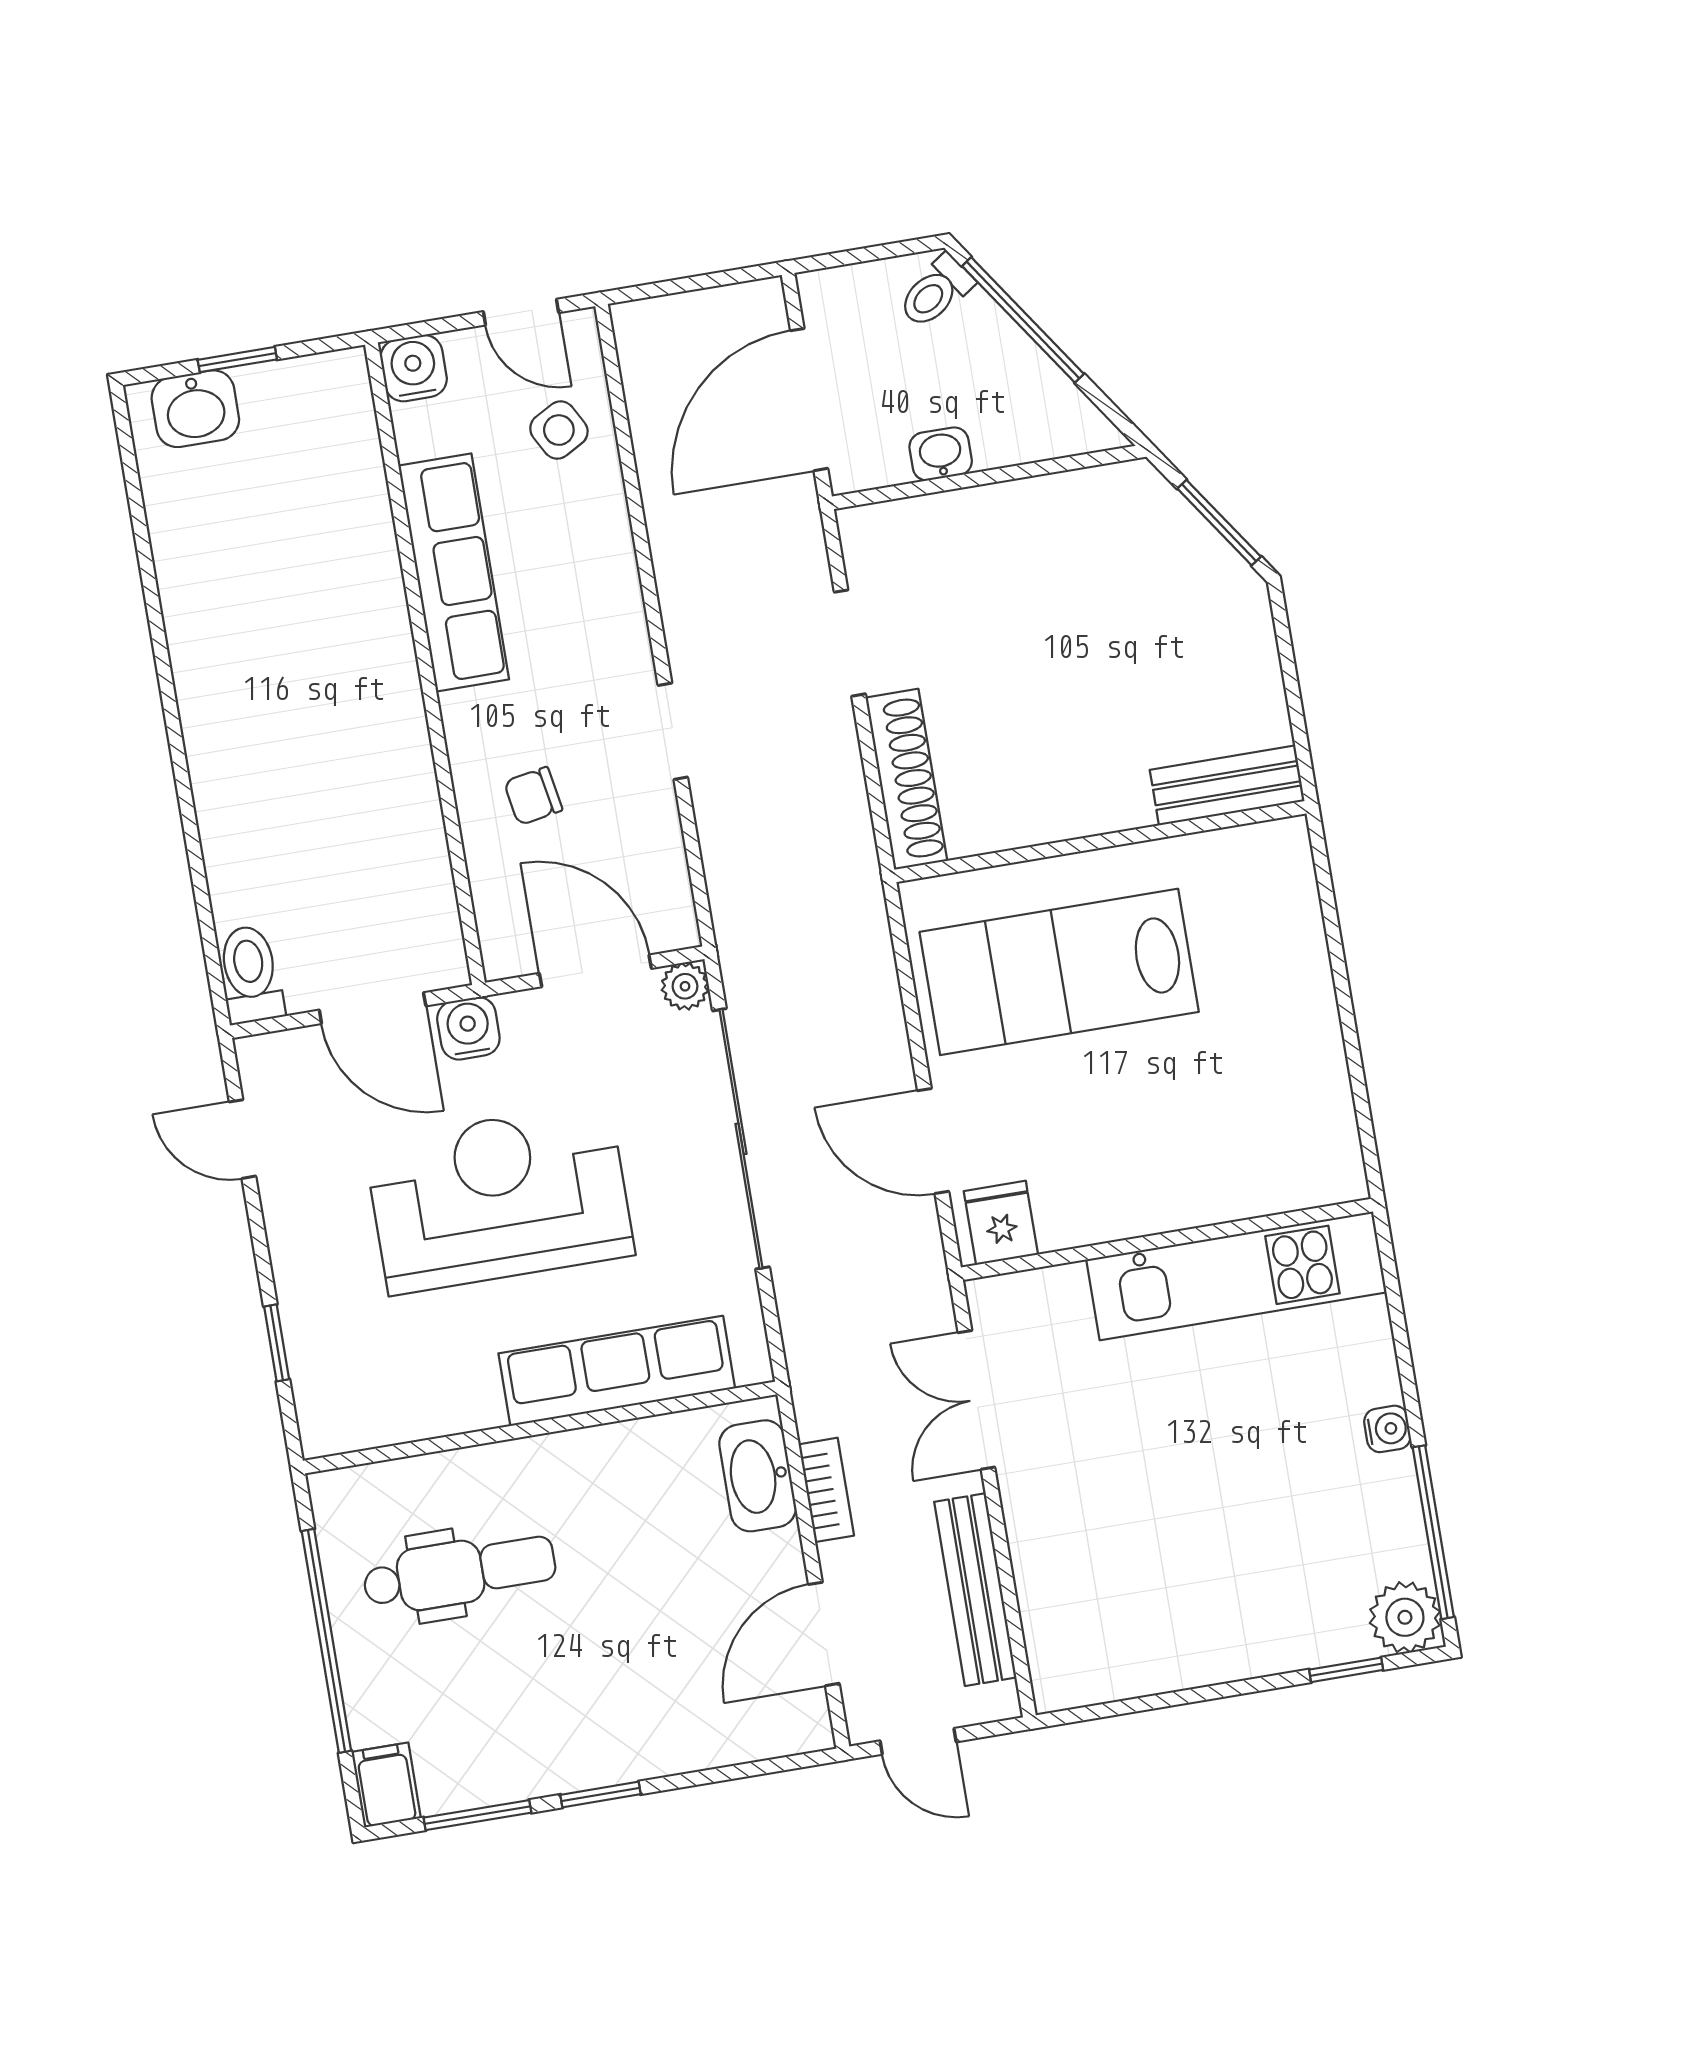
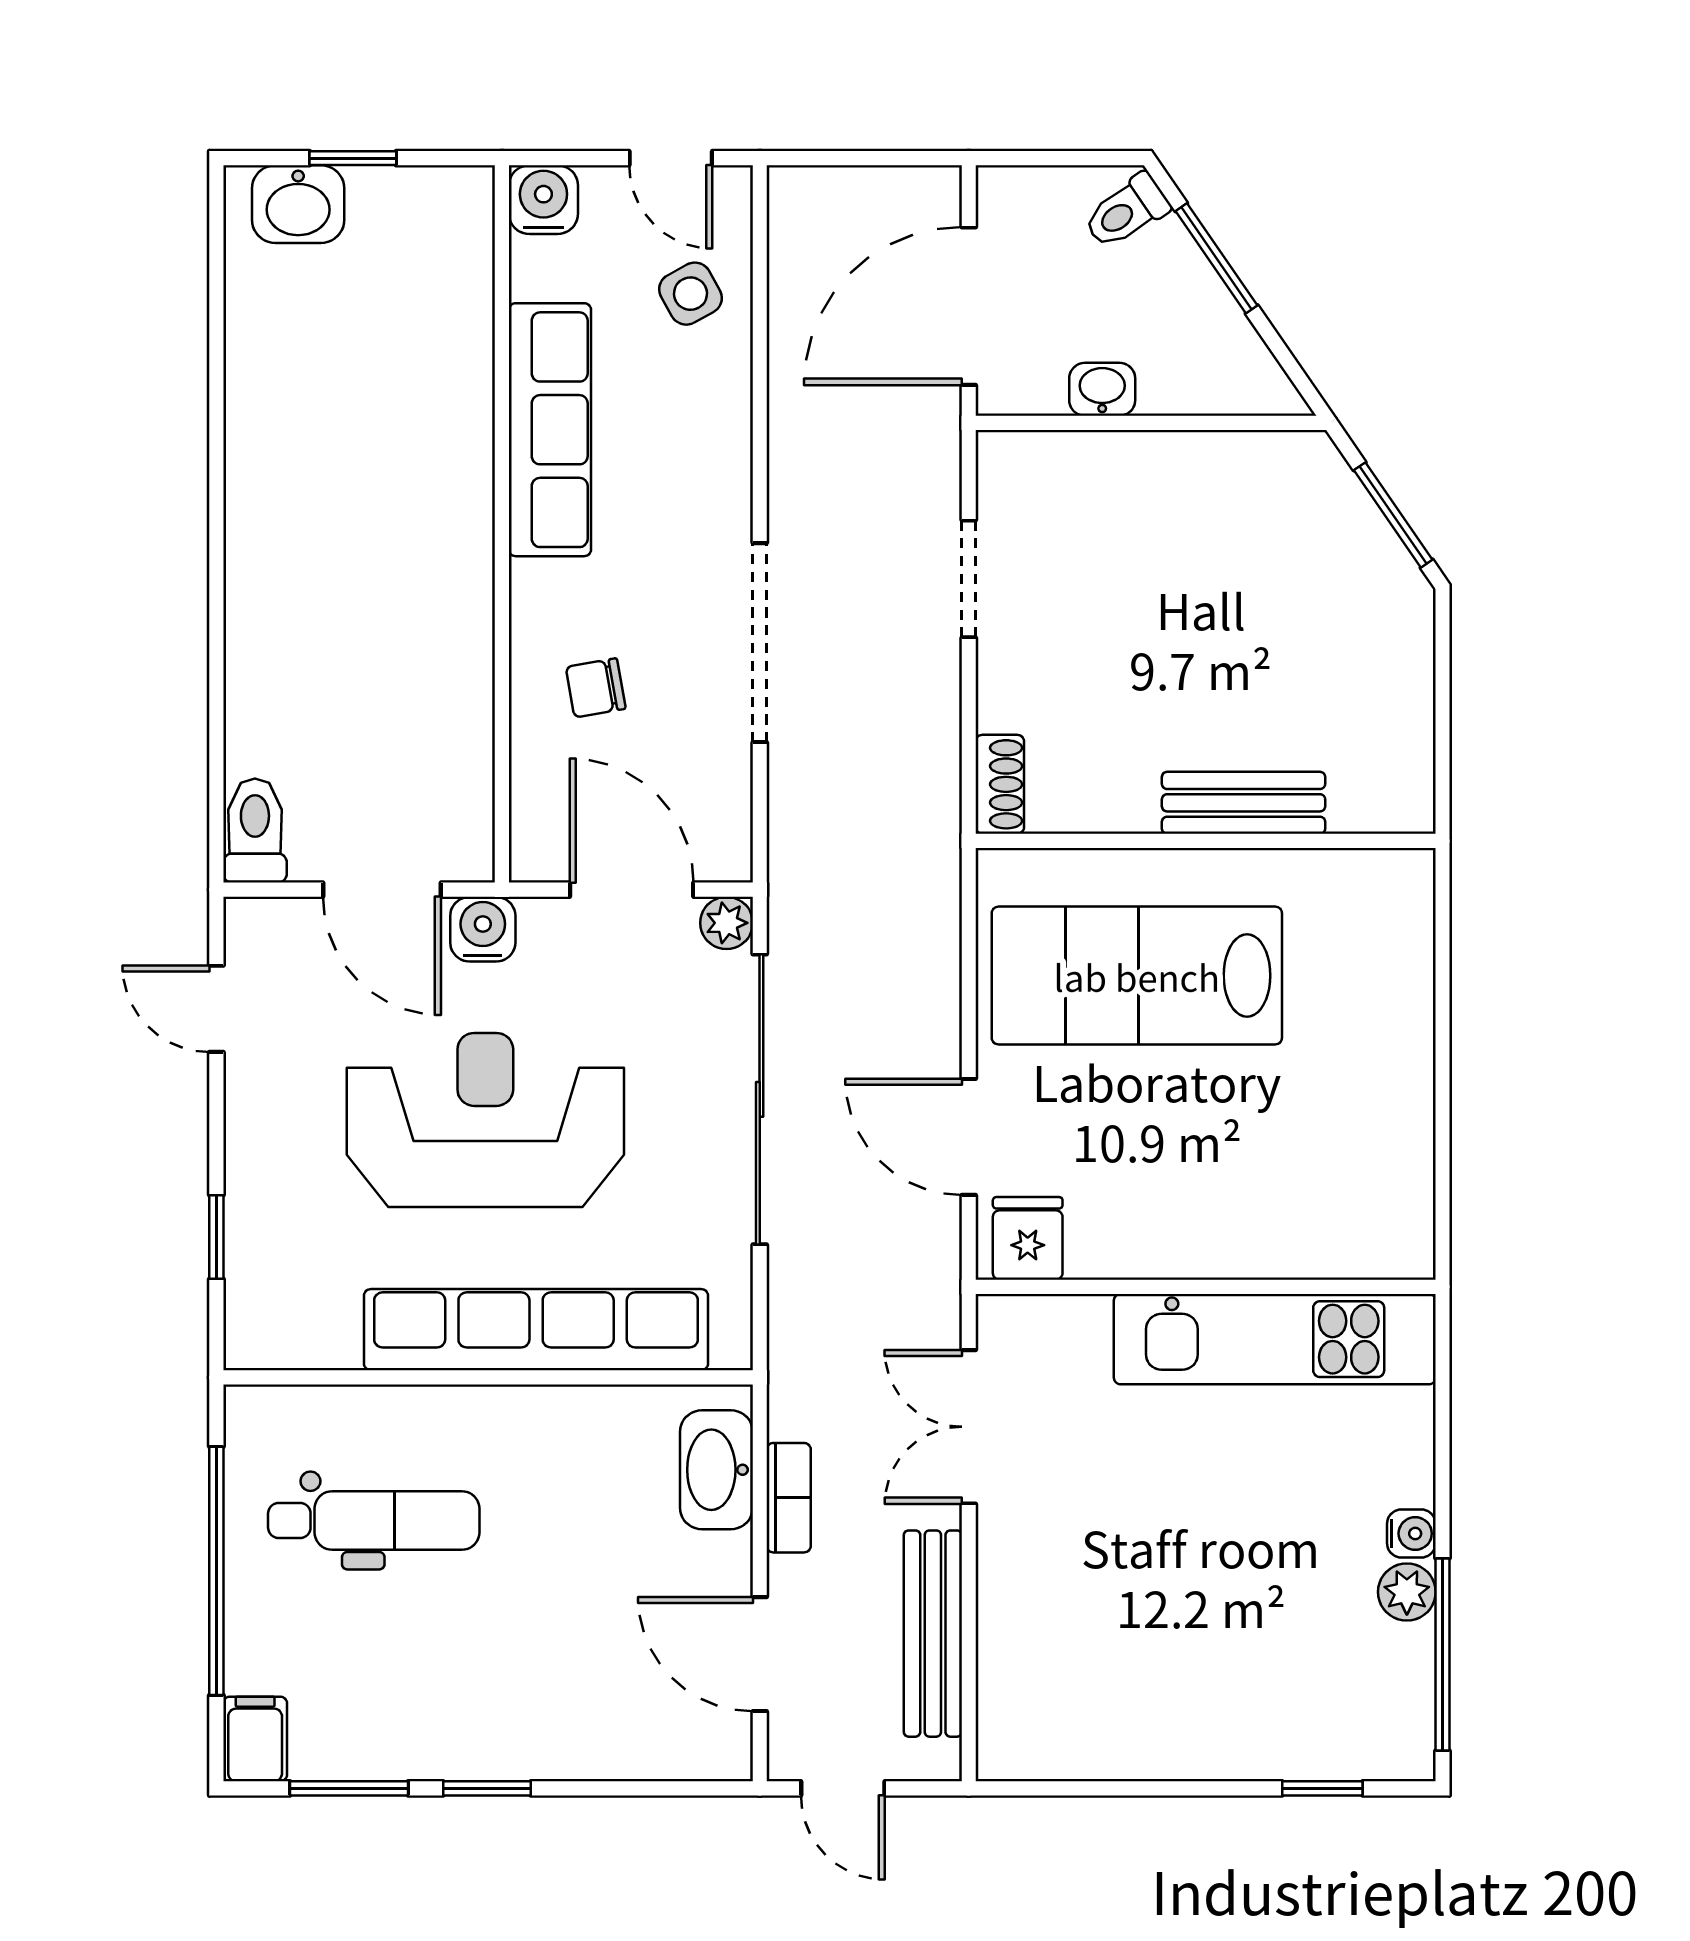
window: (1023, 320) -> (1216, 258), width x0.69
doorway: (673, 731) -> (760, 643), width x1.87
shoe rack: (906, 779) -> (1000, 784), width x0.51, depth x0.81
bench: (1227, 785) -> (1244, 803), moved
row of seats: (617, 1371) -> (536, 1330), width x1.36
plant: (1405, 1617) -> (1407, 1592), moved, width x0.73, depth x0.73
door: (824, 1634) -> (760, 1654), hinge flipped

